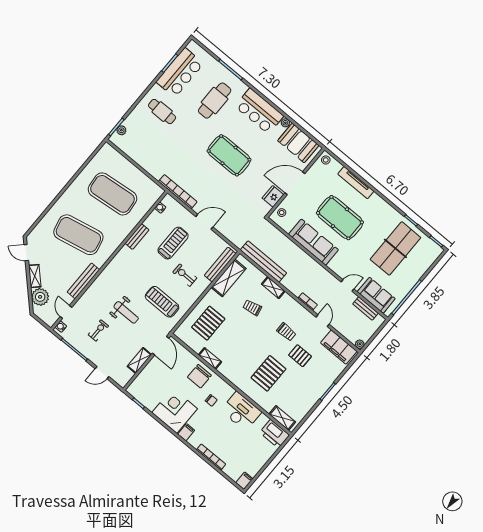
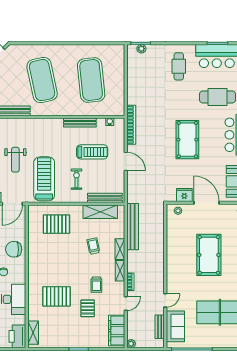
bench: (137, 237) -> (80, 123), width x1.36
sofa: (313, 242) -> (176, 251), removed
door: (347, 285) -> (165, 300), hinge flipped
treadmill: (162, 302) -> (44, 179), width x1.37, depth x1.38
shelving: (210, 358) -> (120, 271), moved

